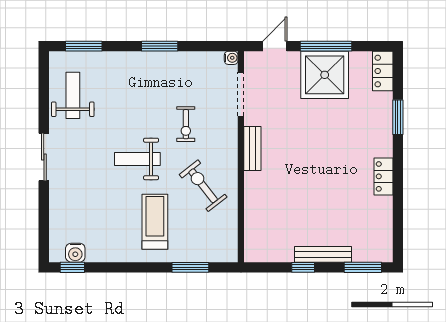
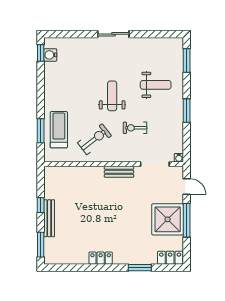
weight bench: (73, 95) -> (156, 85), moved
treadmill: (155, 222) -> (59, 130), moved, turned -90

